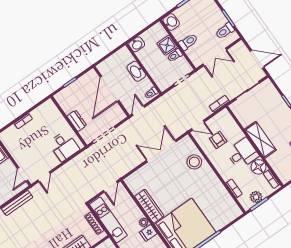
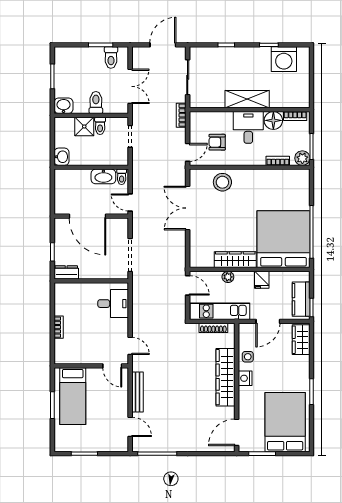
washbasin: (136, 71) -> (103, 176), moved
dresser: (77, 121) -> (66, 272), moved
plant: (256, 197) -> (302, 158), moved
plant: (144, 222) -> (228, 277), moved

